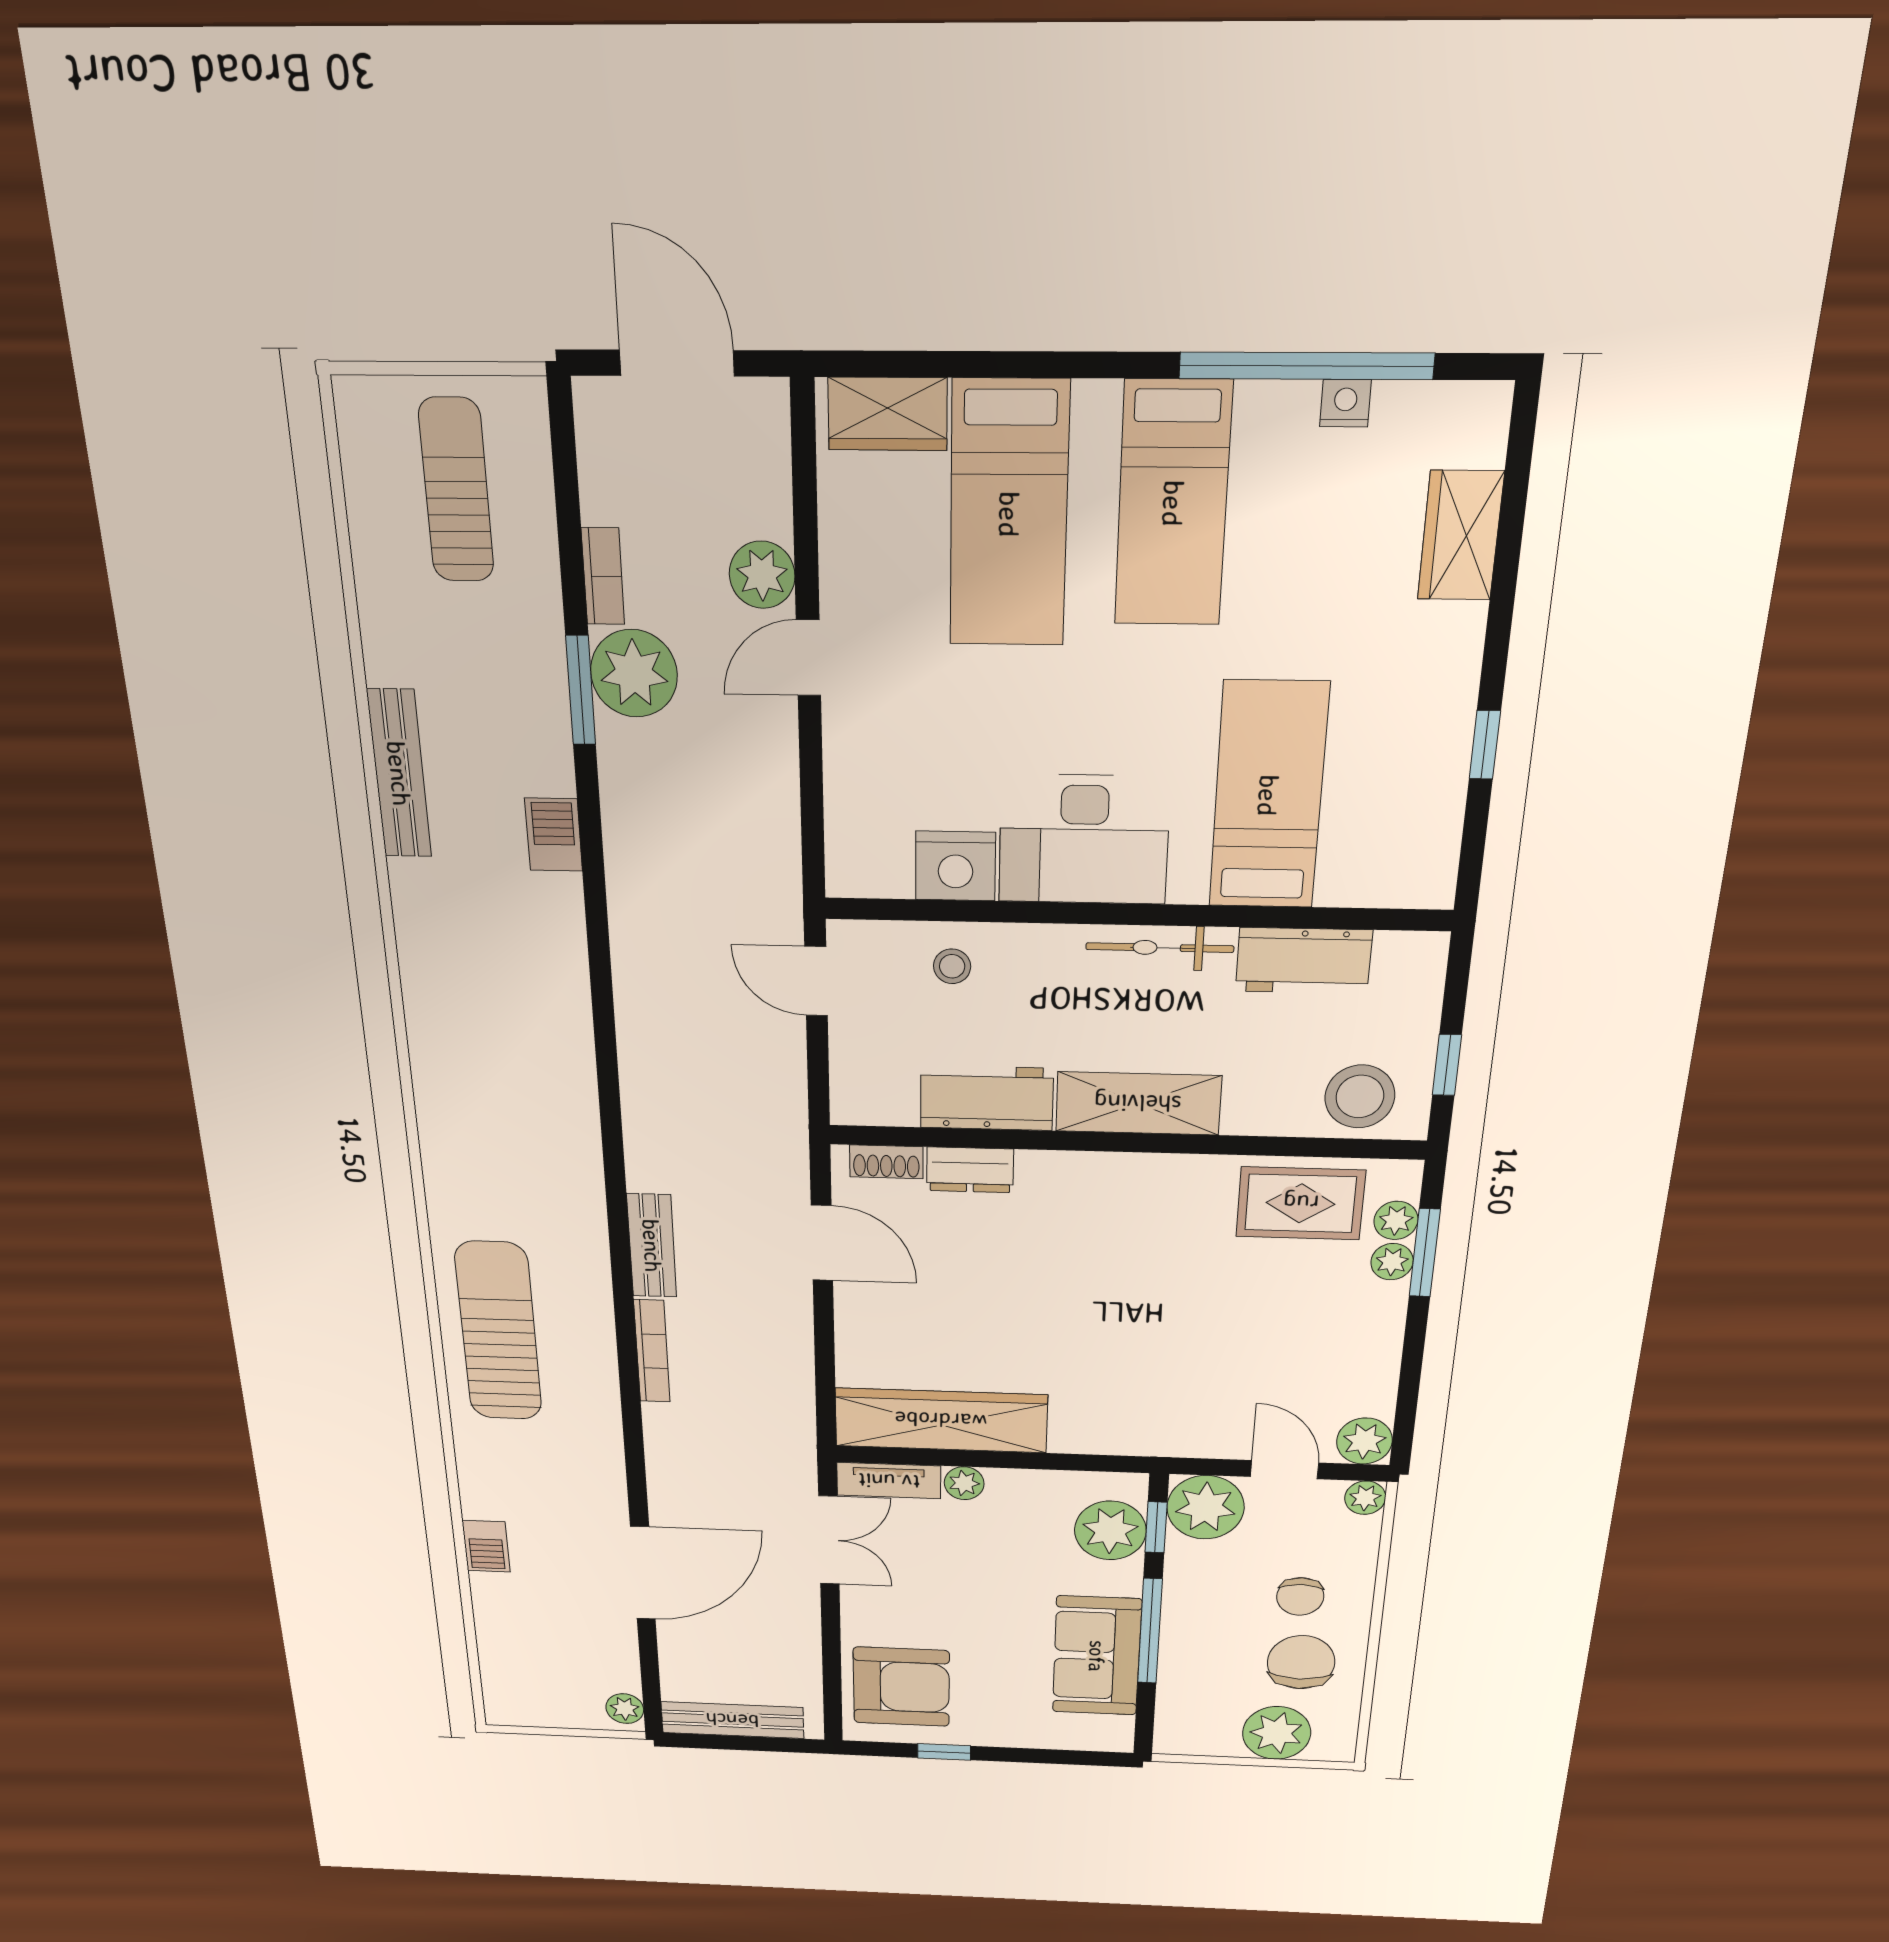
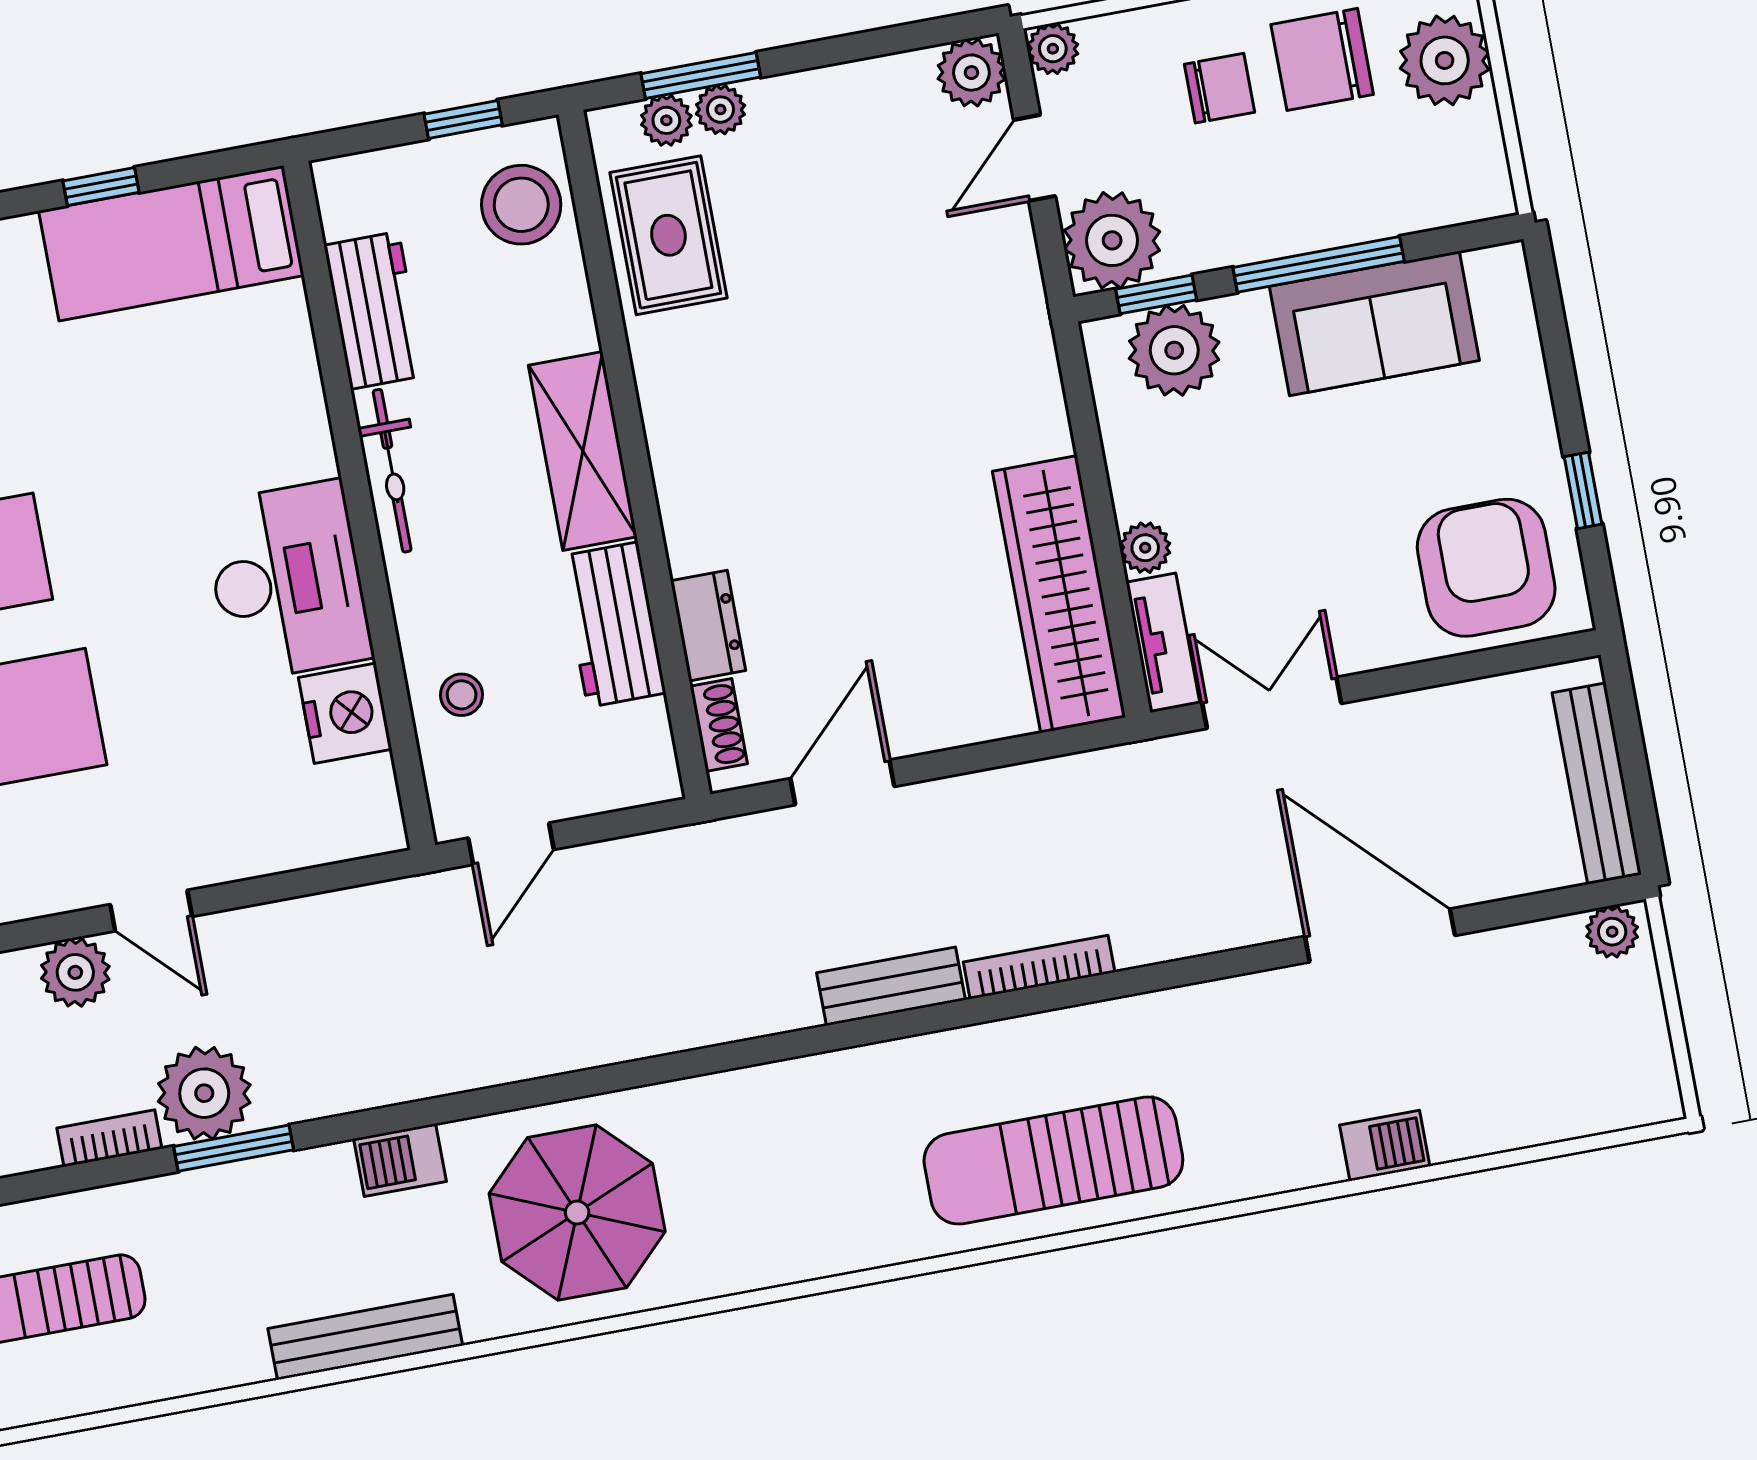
bed: (1268, 796) -> (171, 243), moved
parasol: (493, 972) -> (577, 1213), added

